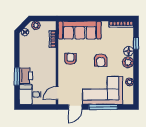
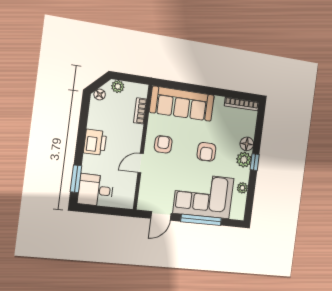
window: (136, 43) -> (255, 162), moved
printer: (26, 76) -> (95, 142), moved
window: (17, 77) -> (76, 179), moved
door: (57, 93) -> (141, 163), moved

